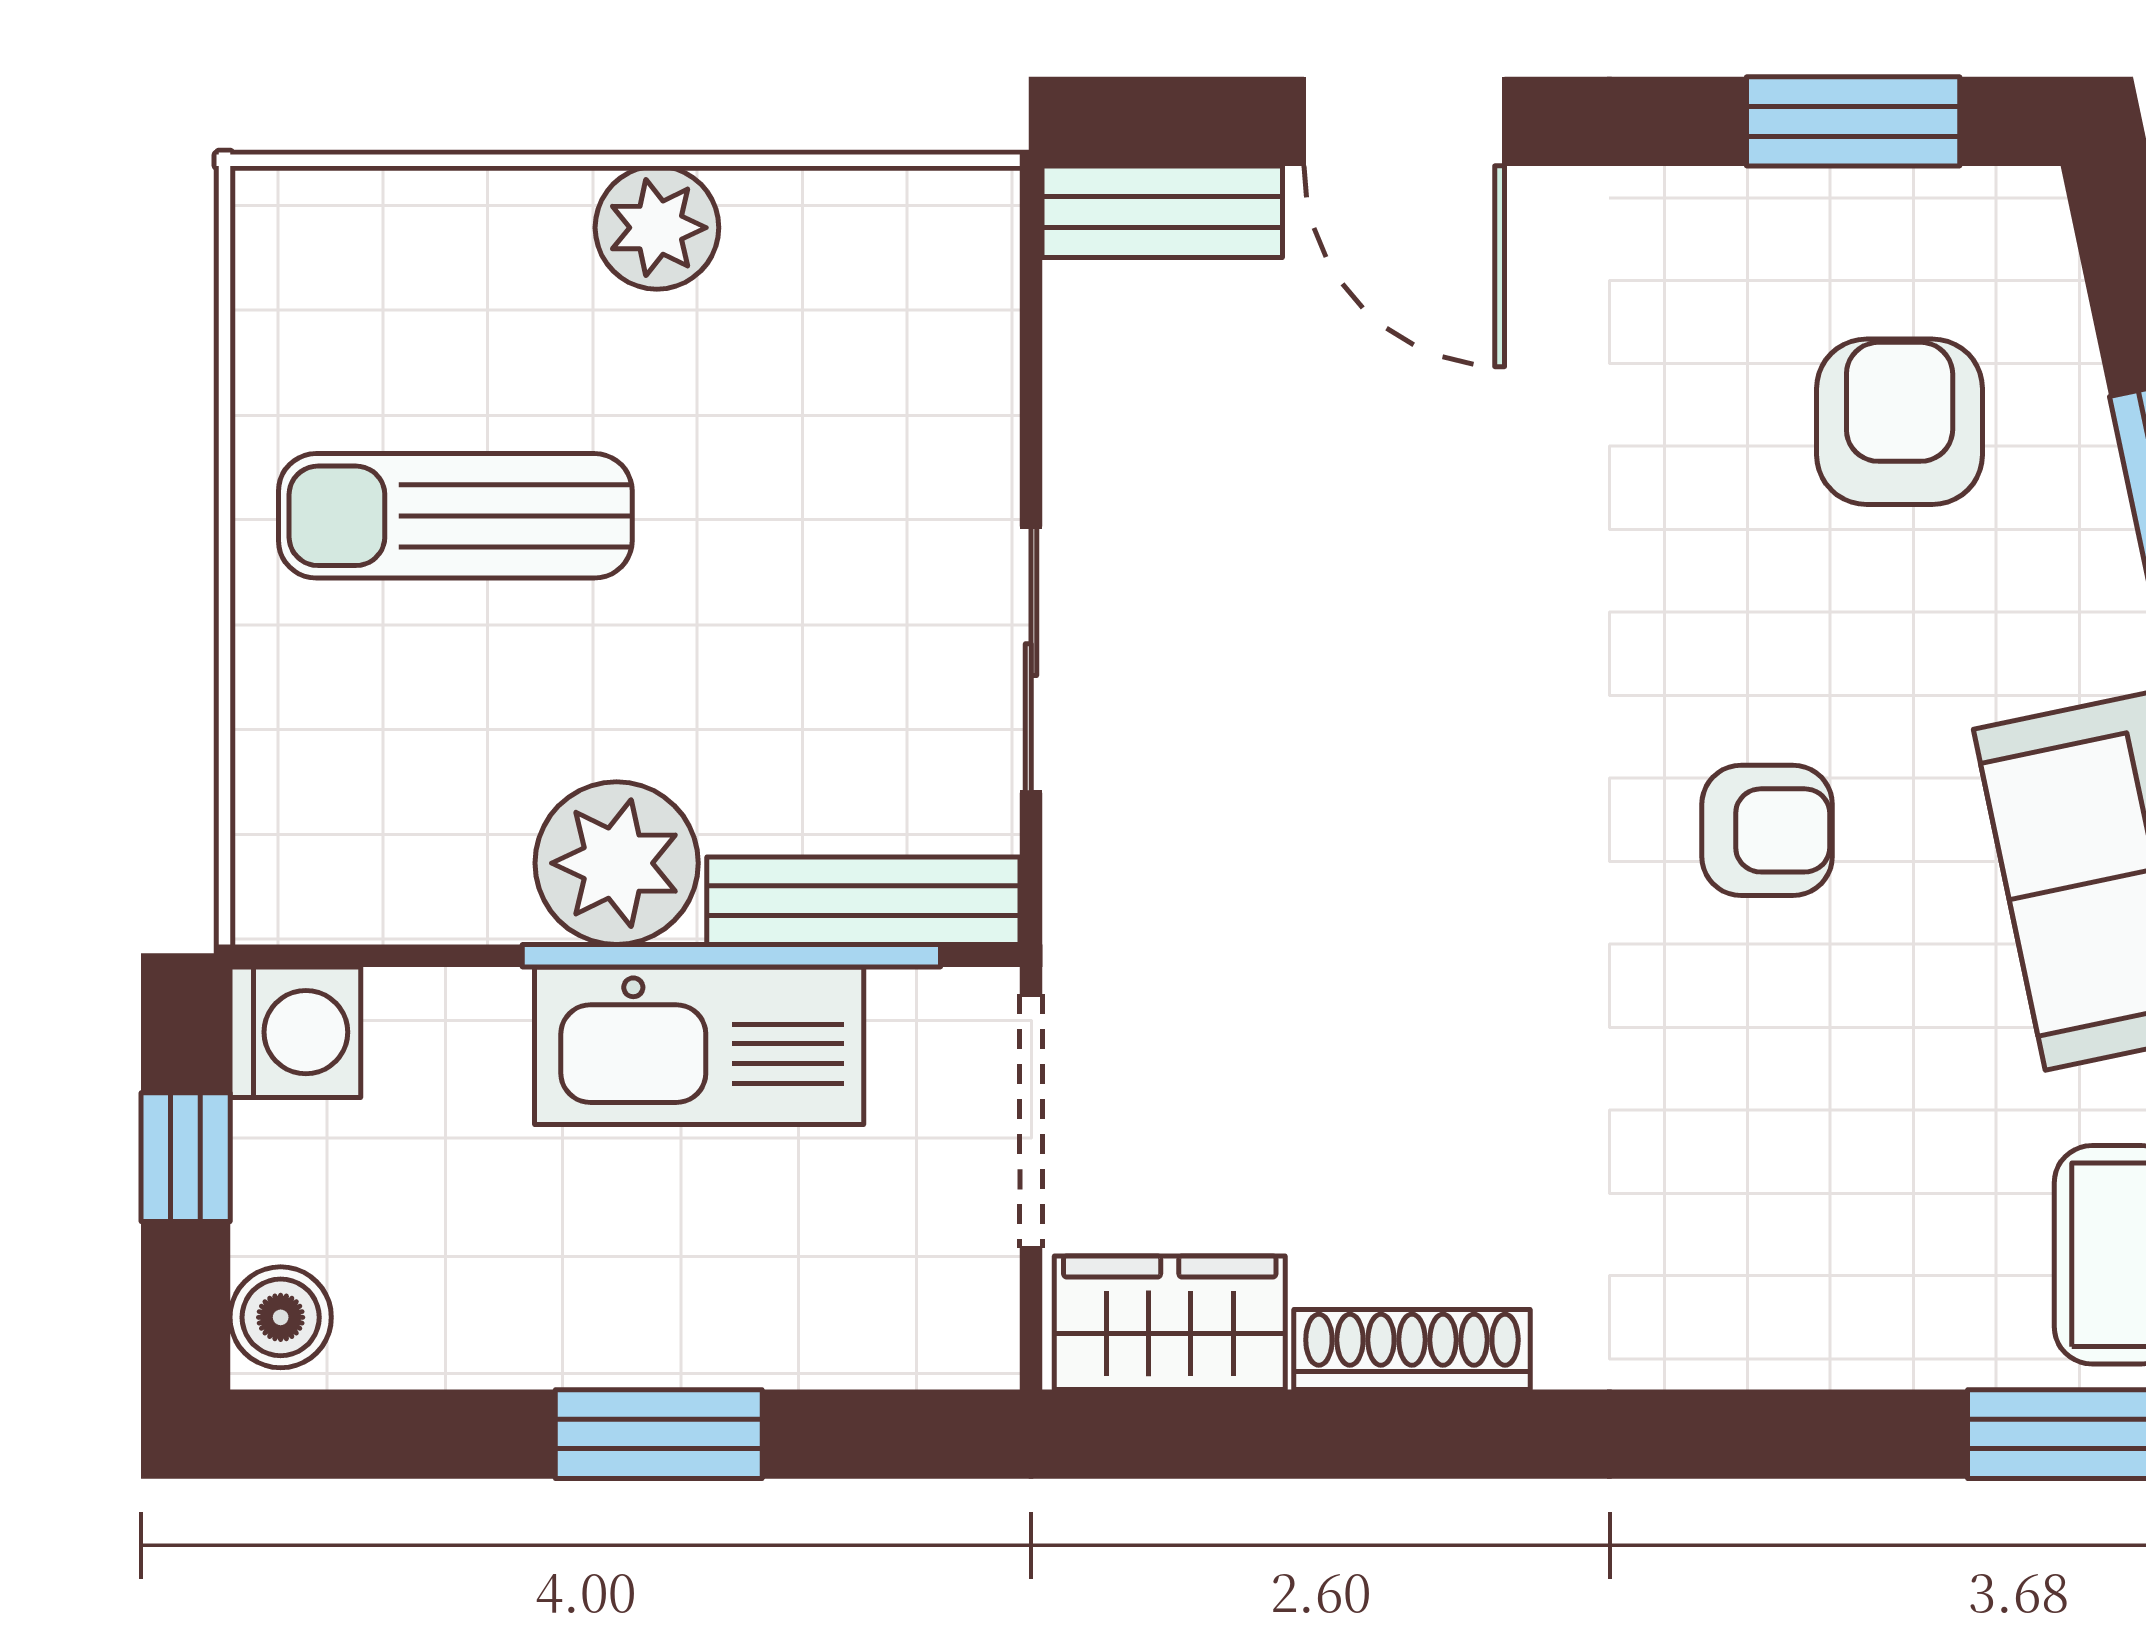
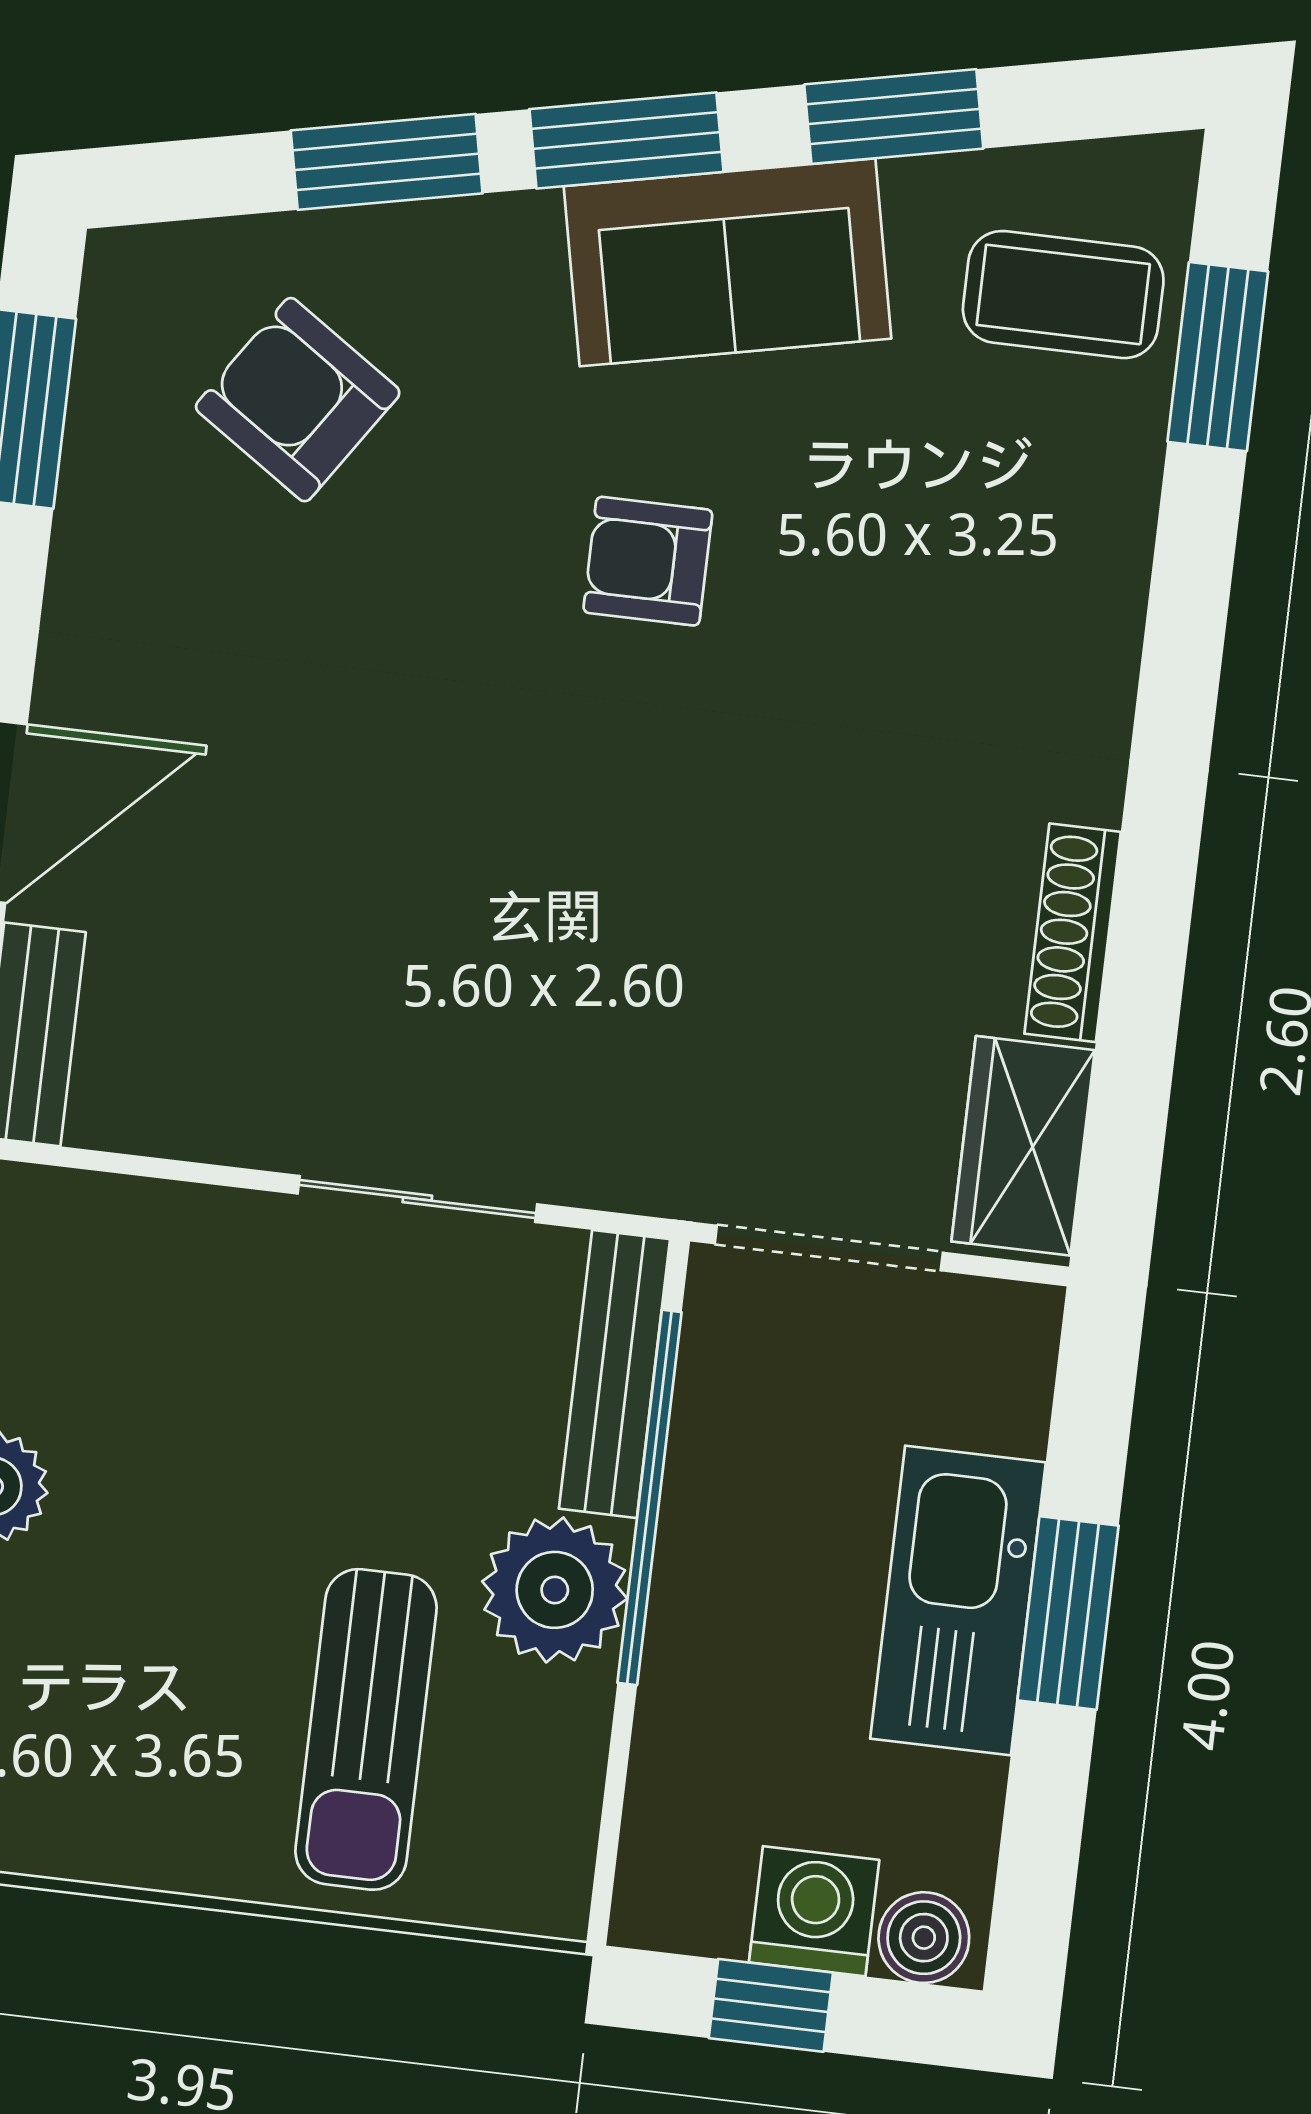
armchair: (1900, 422) -> (298, 400), turned 34
sun lounger: (455, 516) -> (366, 1729), moved
armchair: (1767, 830) -> (648, 561), turned -90
washing machine: (295, 1032) -> (814, 1911), moved
kitchen sink: (699, 1046) -> (958, 1601), moved, turned 180

